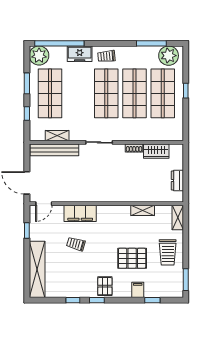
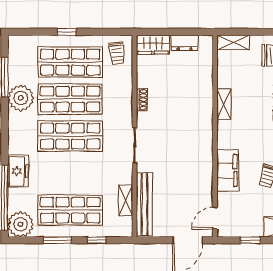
trolley: (106, 56) -> (117, 53), moved
plant: (169, 56) -> (21, 98), moved
wardrobe: (156, 151) -> (153, 45), moved, turned 90
door: (44, 204) -> (215, 218), swing flipped
shelving: (143, 210) -> (224, 104), moved

